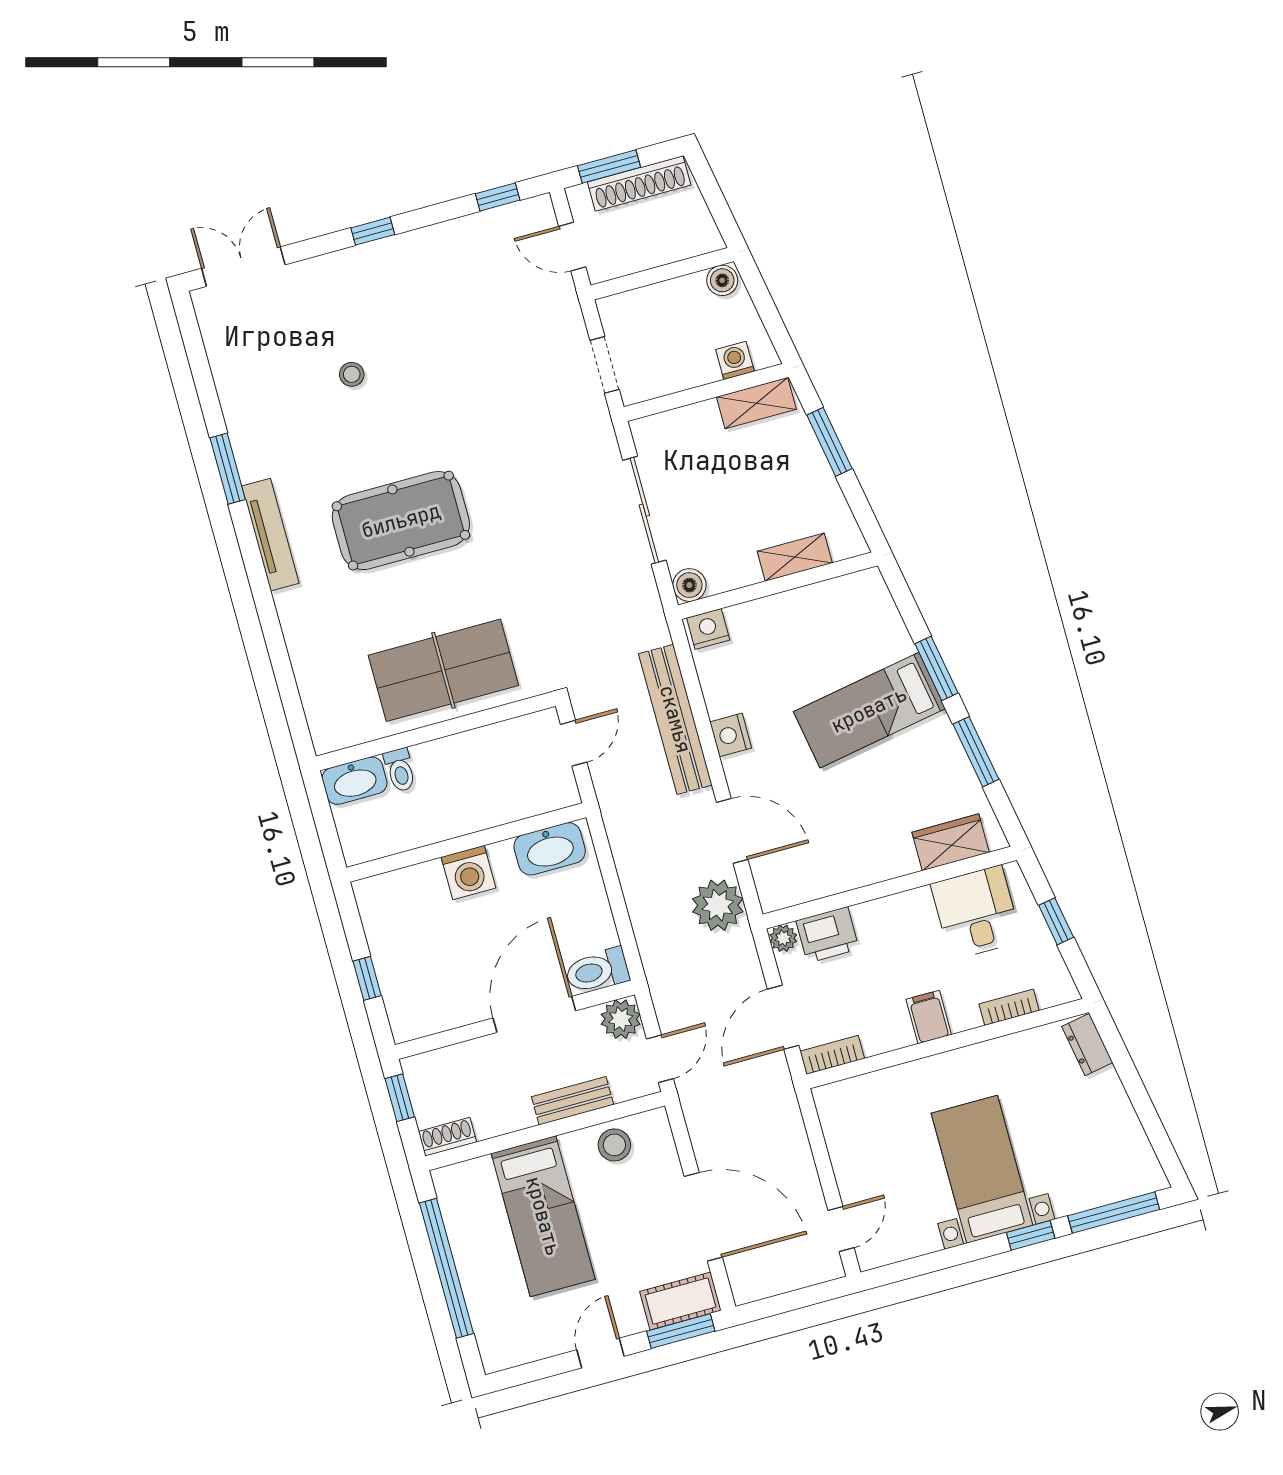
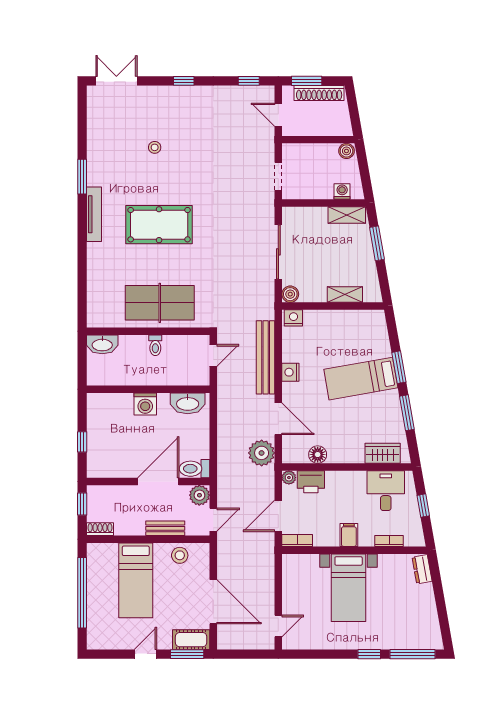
toilet: (400, 770) -> (155, 345), moved
floor lamp: (826, 879) -> (318, 455), added
bed with nightstands: (982, 1169) -> (349, 588), moved, turned 180

